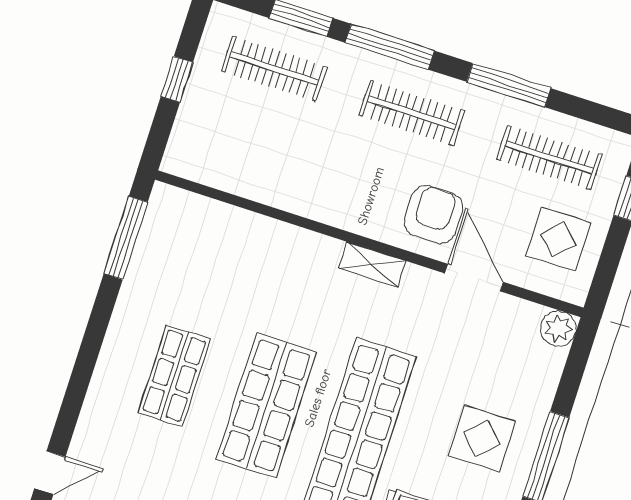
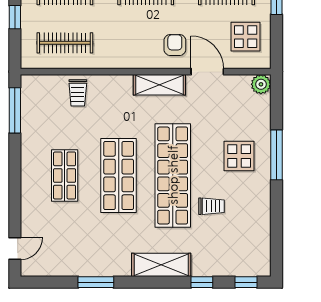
clothes rail: (248, 150) -> (65, 43), added
armchair: (434, 214) -> (175, 45), width x0.72, depth x0.72
trolley: (242, 242) -> (78, 93), added
shelving: (372, 264) -> (159, 85), width x1.50, depth x1.33

